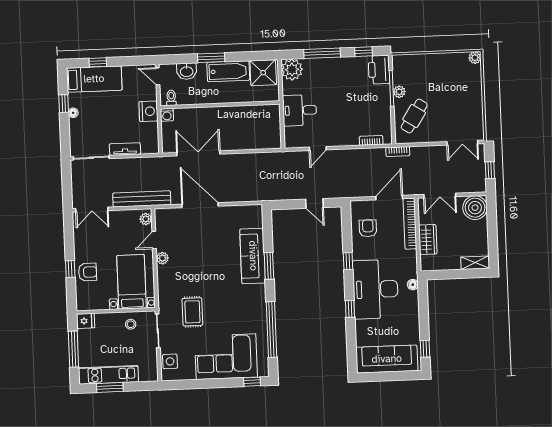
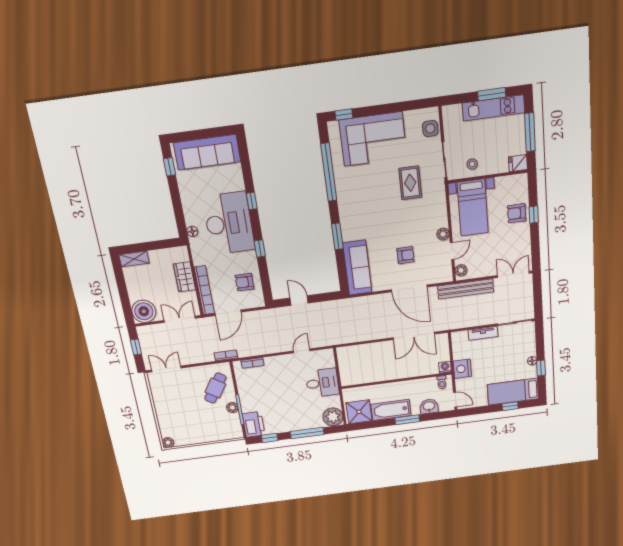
armchair: (368, 228) -> (244, 282), turned 90
armchair: (202, 240) -> (406, 255), added
sofa: (253, 256) -> (357, 268), moved

